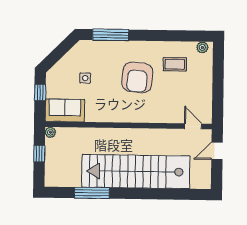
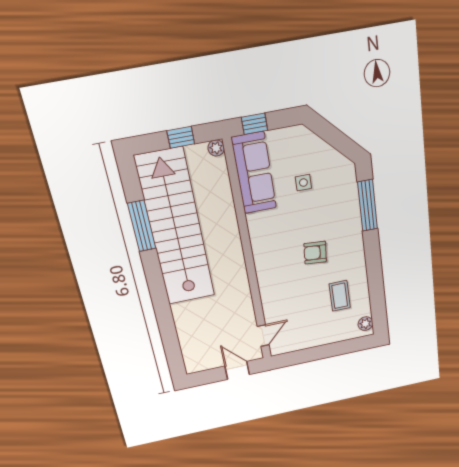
armchair: (137, 77) -> (315, 253), width x0.53, depth x0.53
window: (40, 92) -> (254, 124), moved
sofa: (65, 110) -> (254, 173), width x1.36
stairs: (136, 171) -> (176, 228), moved

